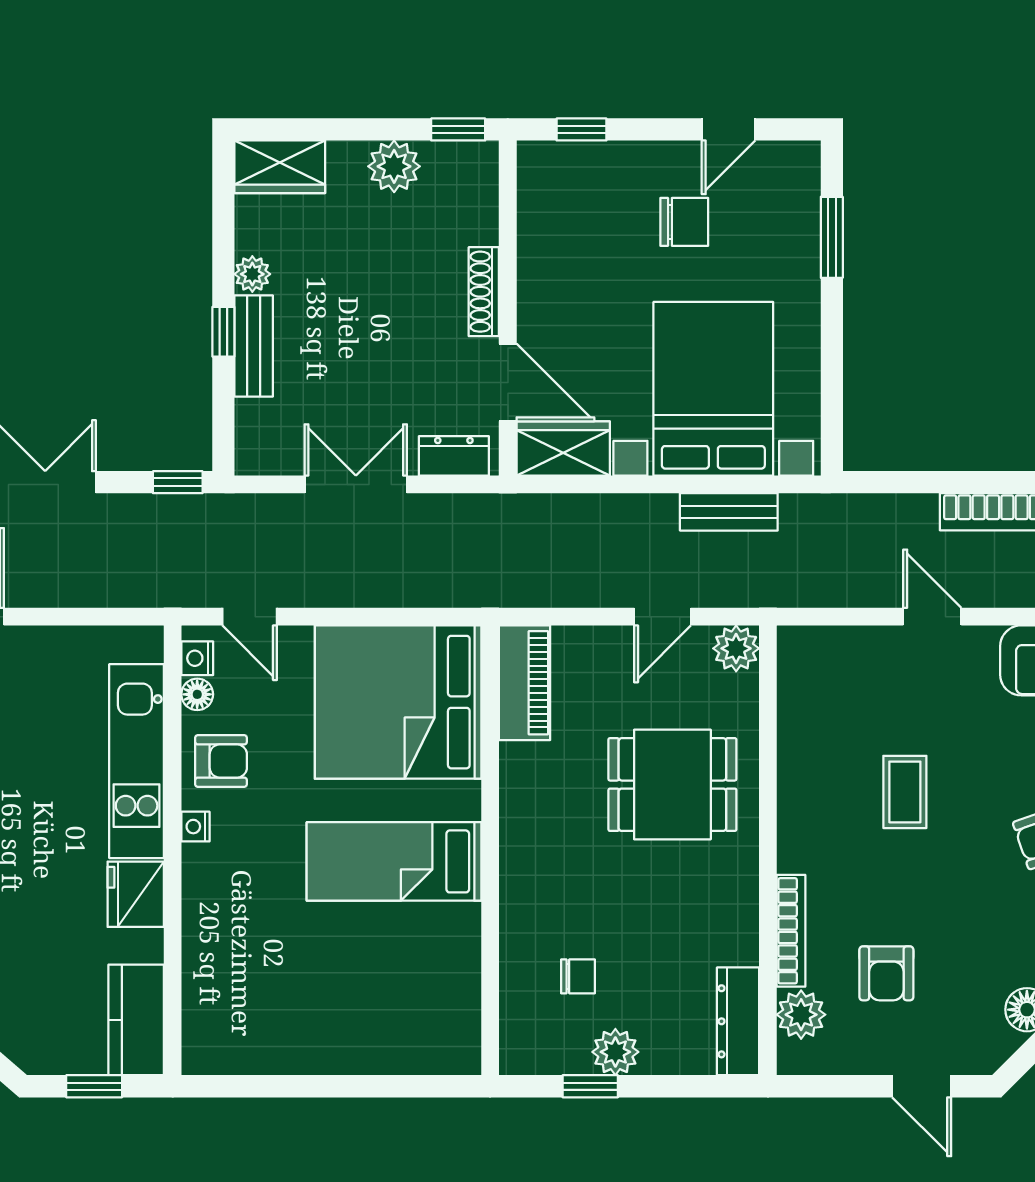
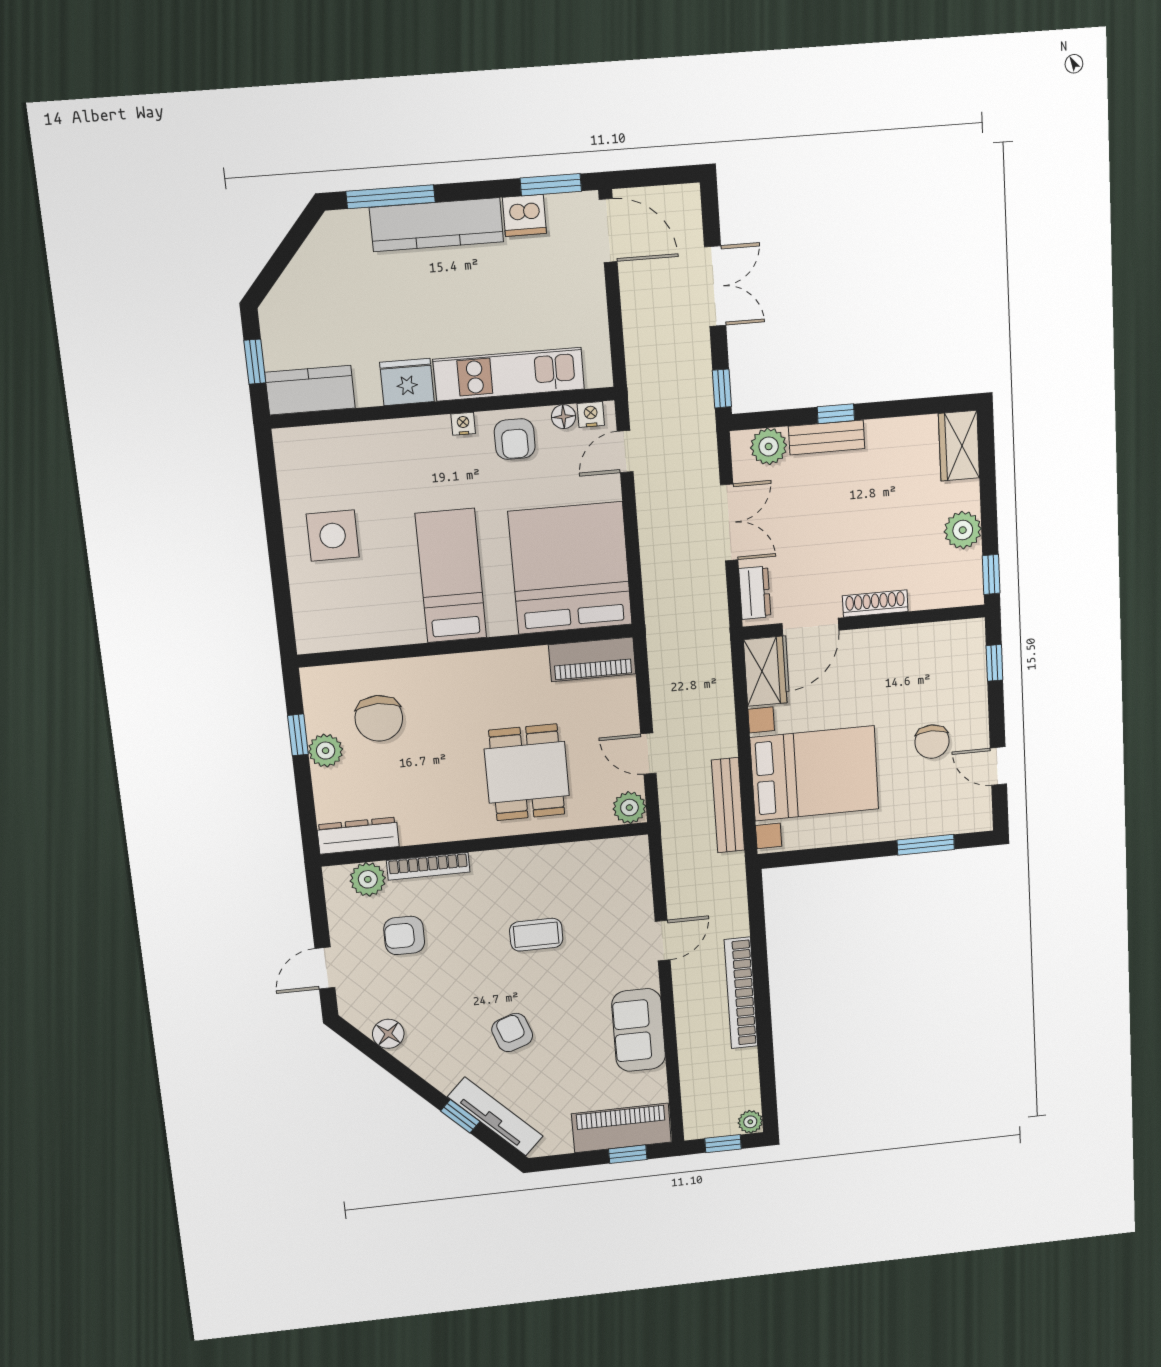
plant: (252, 274) -> (769, 446), moved, width x1.38, depth x1.38
bench: (729, 512) -> (728, 805), width x1.36
chair: (578, 976) -> (379, 718), width x1.87, depth x1.87
side table: (327, 1011) -> (333, 536), added

